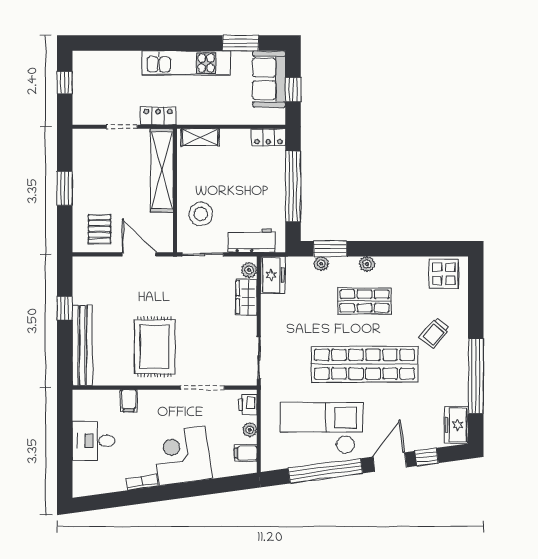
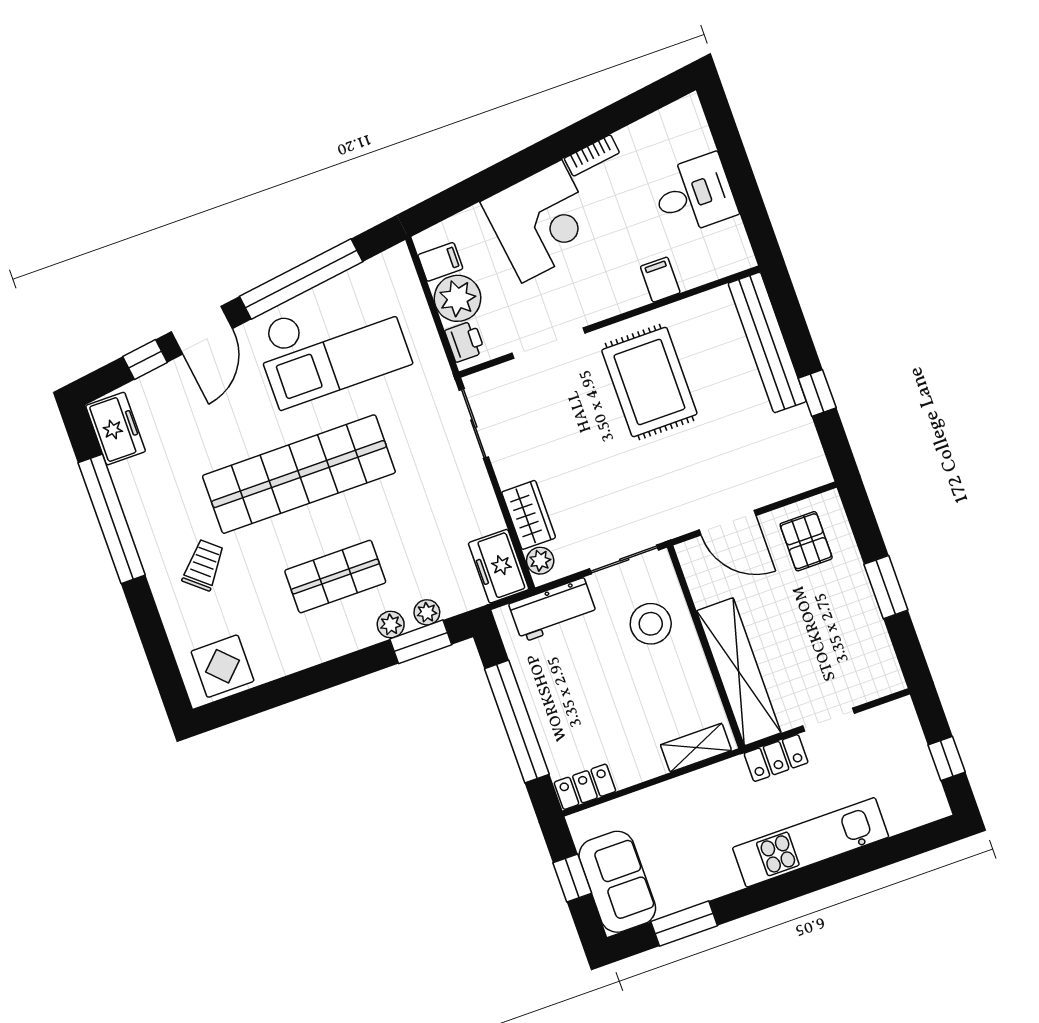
kitchen unit: (186, 63) -> (811, 842), moved
plant: (367, 264) -> (391, 624), moved
plant: (250, 430) -> (458, 298), width x1.87, depth x1.87

